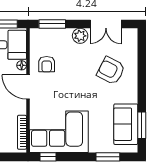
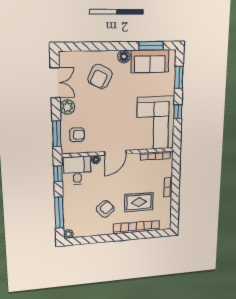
armchair: (47, 64) -> (77, 135), moved
floor lamp: (131, 96) -> (124, 57), added
window: (48, 157) -> (178, 112), moved

